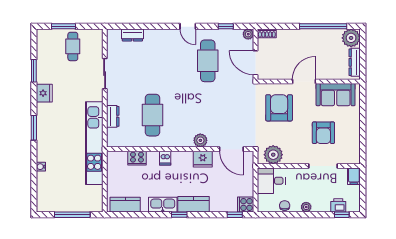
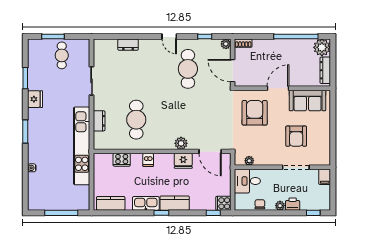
dresser: (132, 35) -> (128, 45), moved
plant: (273, 155) -> (249, 161), width x0.53, depth x0.53
printer: (338, 205) -> (293, 204), moved

